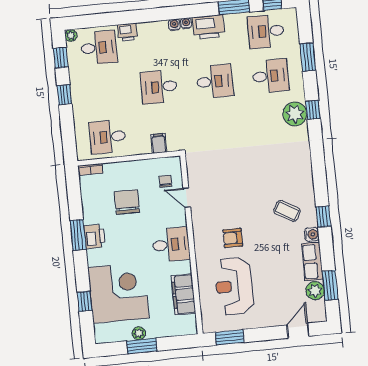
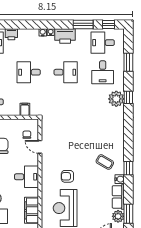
desk: (270, 76) -> (103, 72), turned 90

